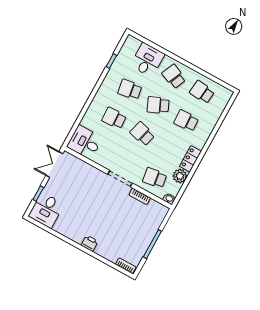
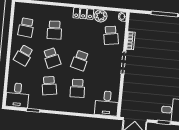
desk: (147, 60) -> (17, 95), moved, turned -90

